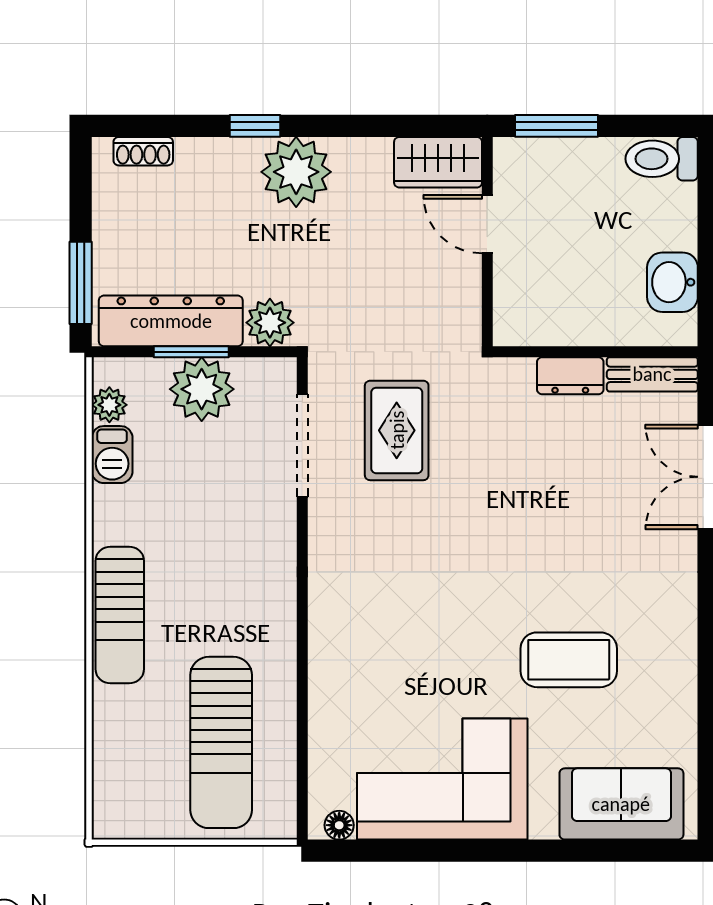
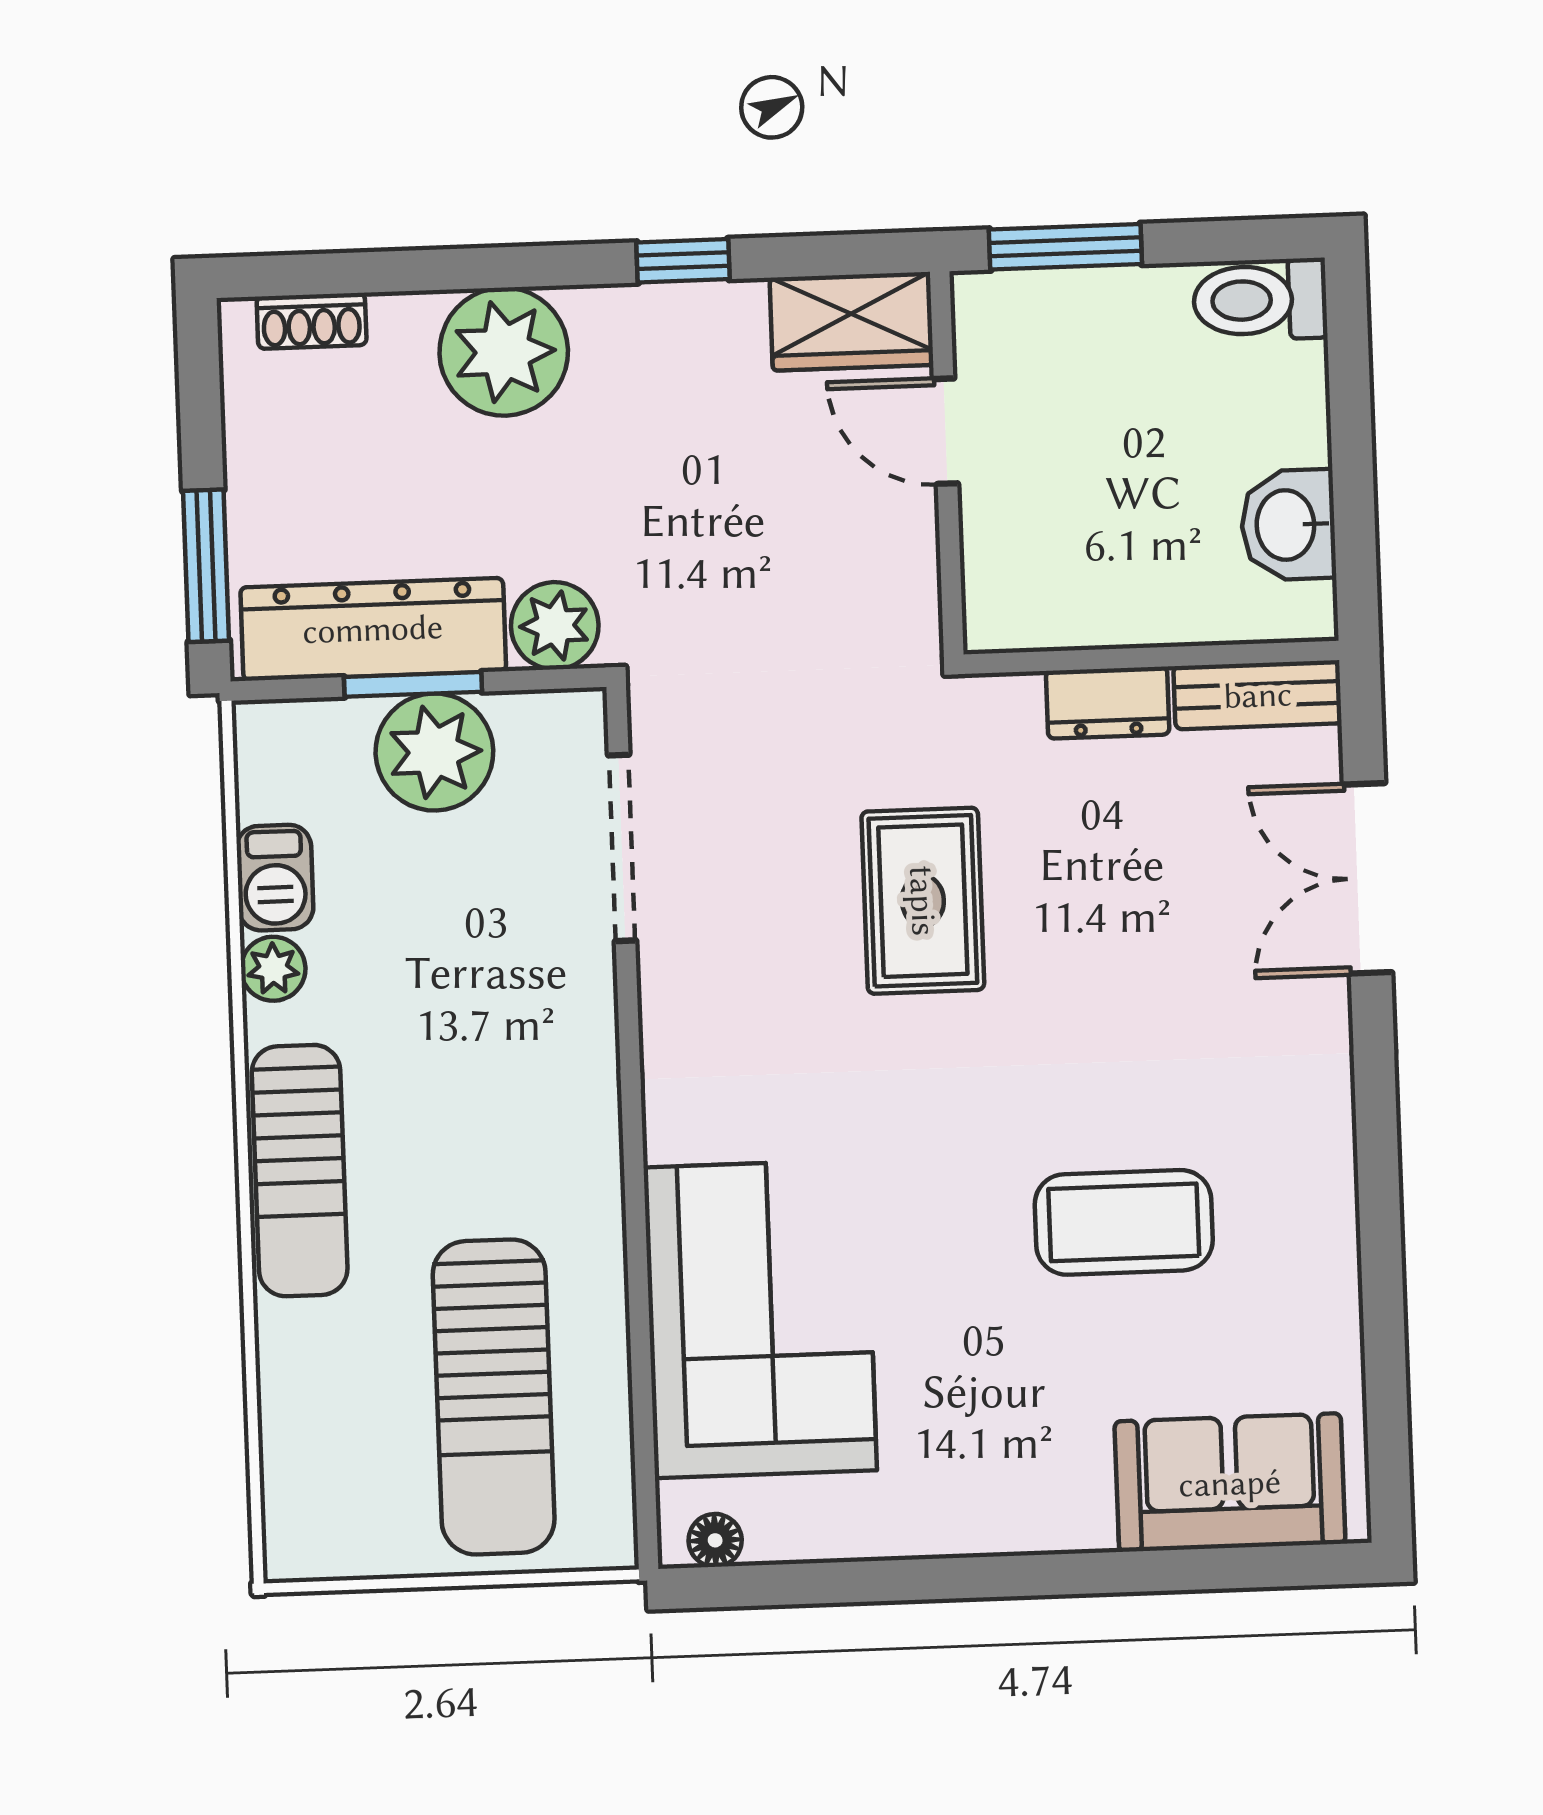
window: (255, 126) -> (683, 261), moved
plant: (296, 172) -> (504, 352), moved
plant: (109, 405) -> (273, 969), moved
rug: (397, 430) -> (923, 901), moved
corner sofa: (442, 779) -> (760, 1319), moved, turned 90

